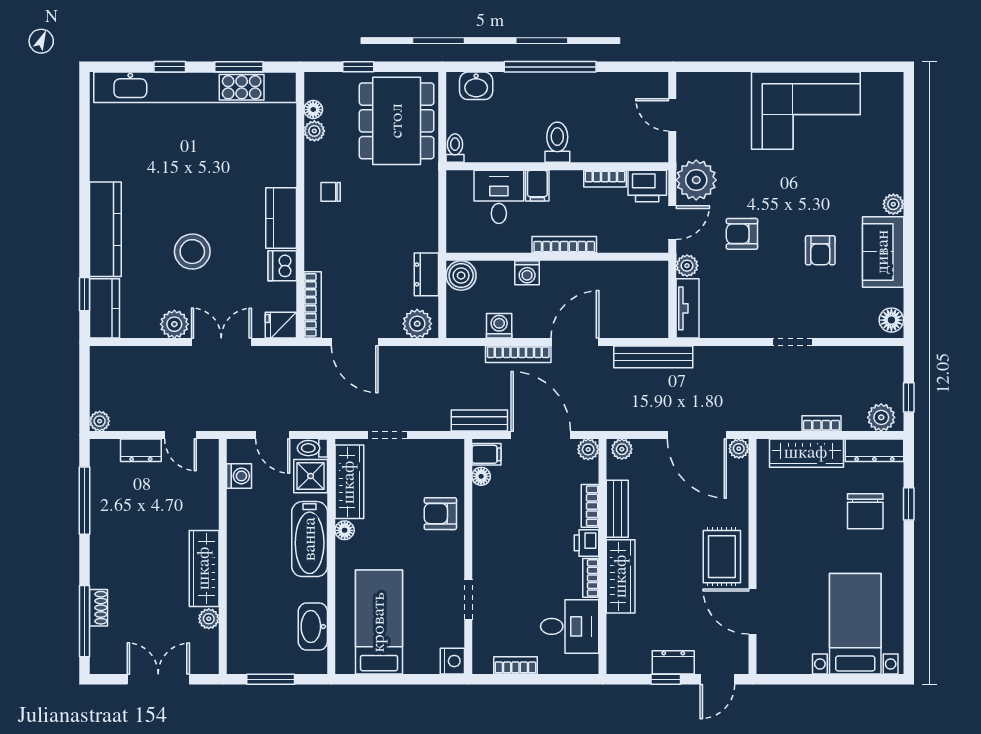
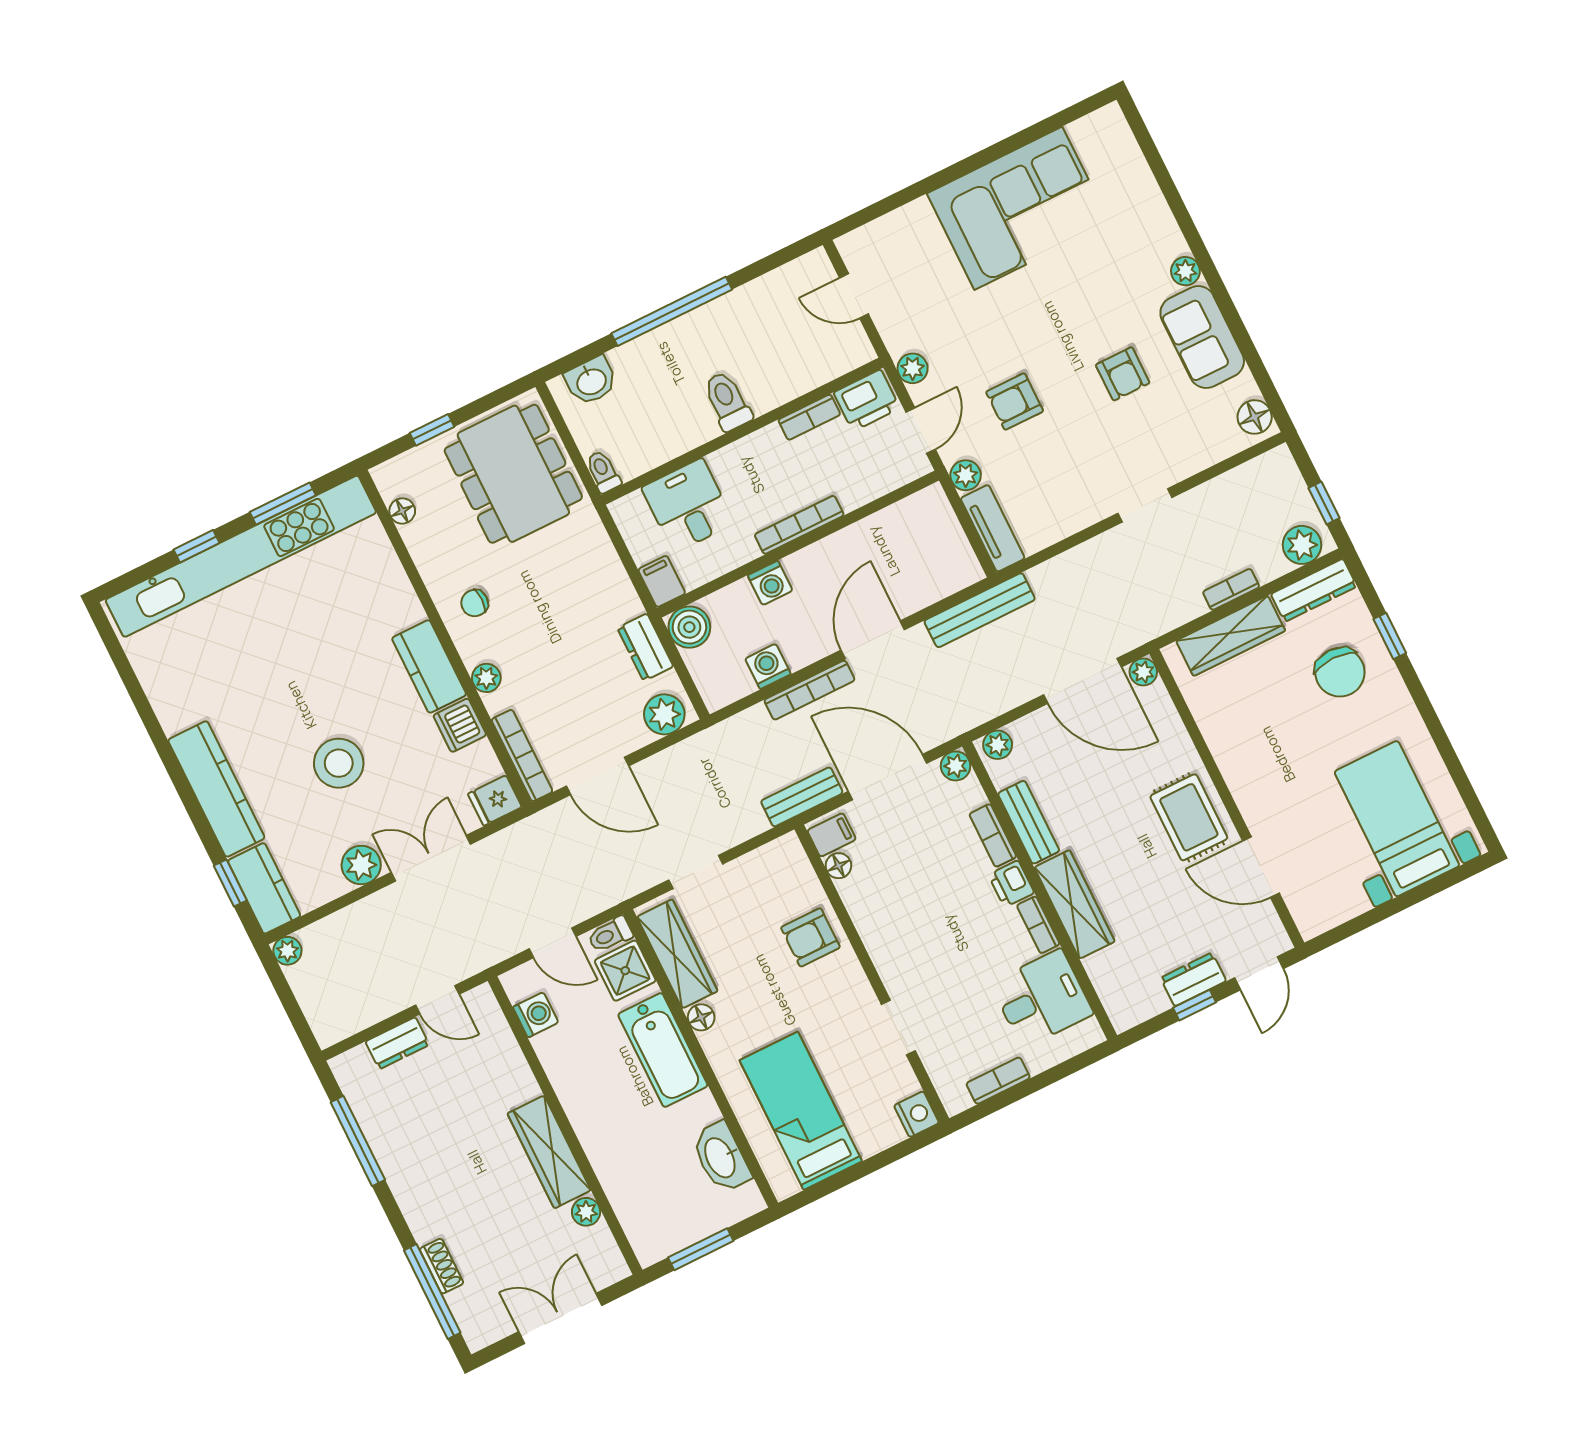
plant: (314, 131) -> (486, 678), moved
plant: (696, 180) -> (913, 368), width x0.53, depth x0.53
filing cabinet: (537, 186) -> (662, 581), moved, turned 180
plant: (100, 421) -> (287, 951), moved

